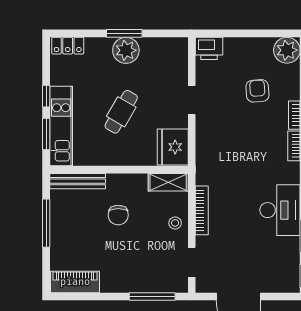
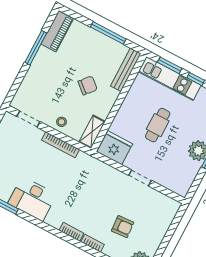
printer: (209, 48) -> (170, 209), removed
cafe table: (121, 112) -> (158, 125), turned 60
chair: (118, 215) -> (88, 85), turned 131
window: (152, 297) -> (36, 48), moved

